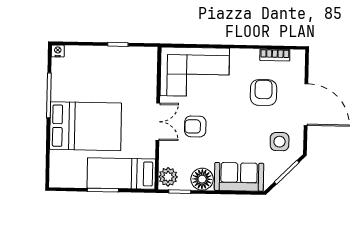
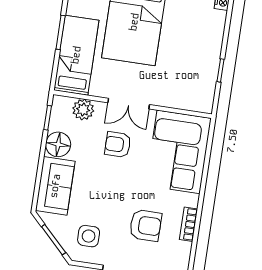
bookcase: (275, 55) -> (189, 224), moved
armchair: (195, 126) -> (118, 145), turned -90
plant: (168, 177) -> (83, 110), moved

